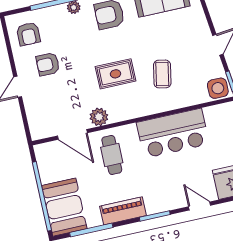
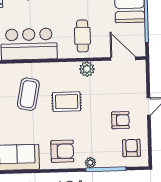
coffee table: (162, 74) -> (28, 94), width x1.36, depth x1.30
door: (72, 134) -> (123, 59), moved

